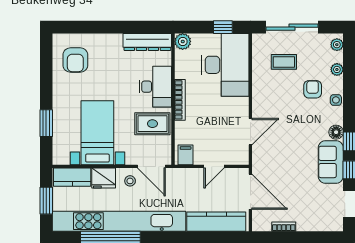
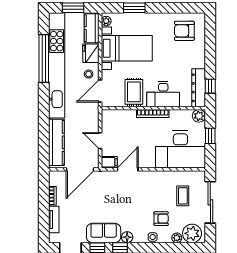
window: (145, 27) -> (210, 86), added
window: (223, 27) -> (210, 136), moved
plant: (337, 45) -> (192, 233), width x1.88, depth x1.88
door: (250, 132) -> (128, 169), swing flipped
filing cabinet: (186, 155) -> (109, 162), moved
plant: (63, 159) -> (106, 21), added
tv unit: (314, 225) -> (54, 220), added

